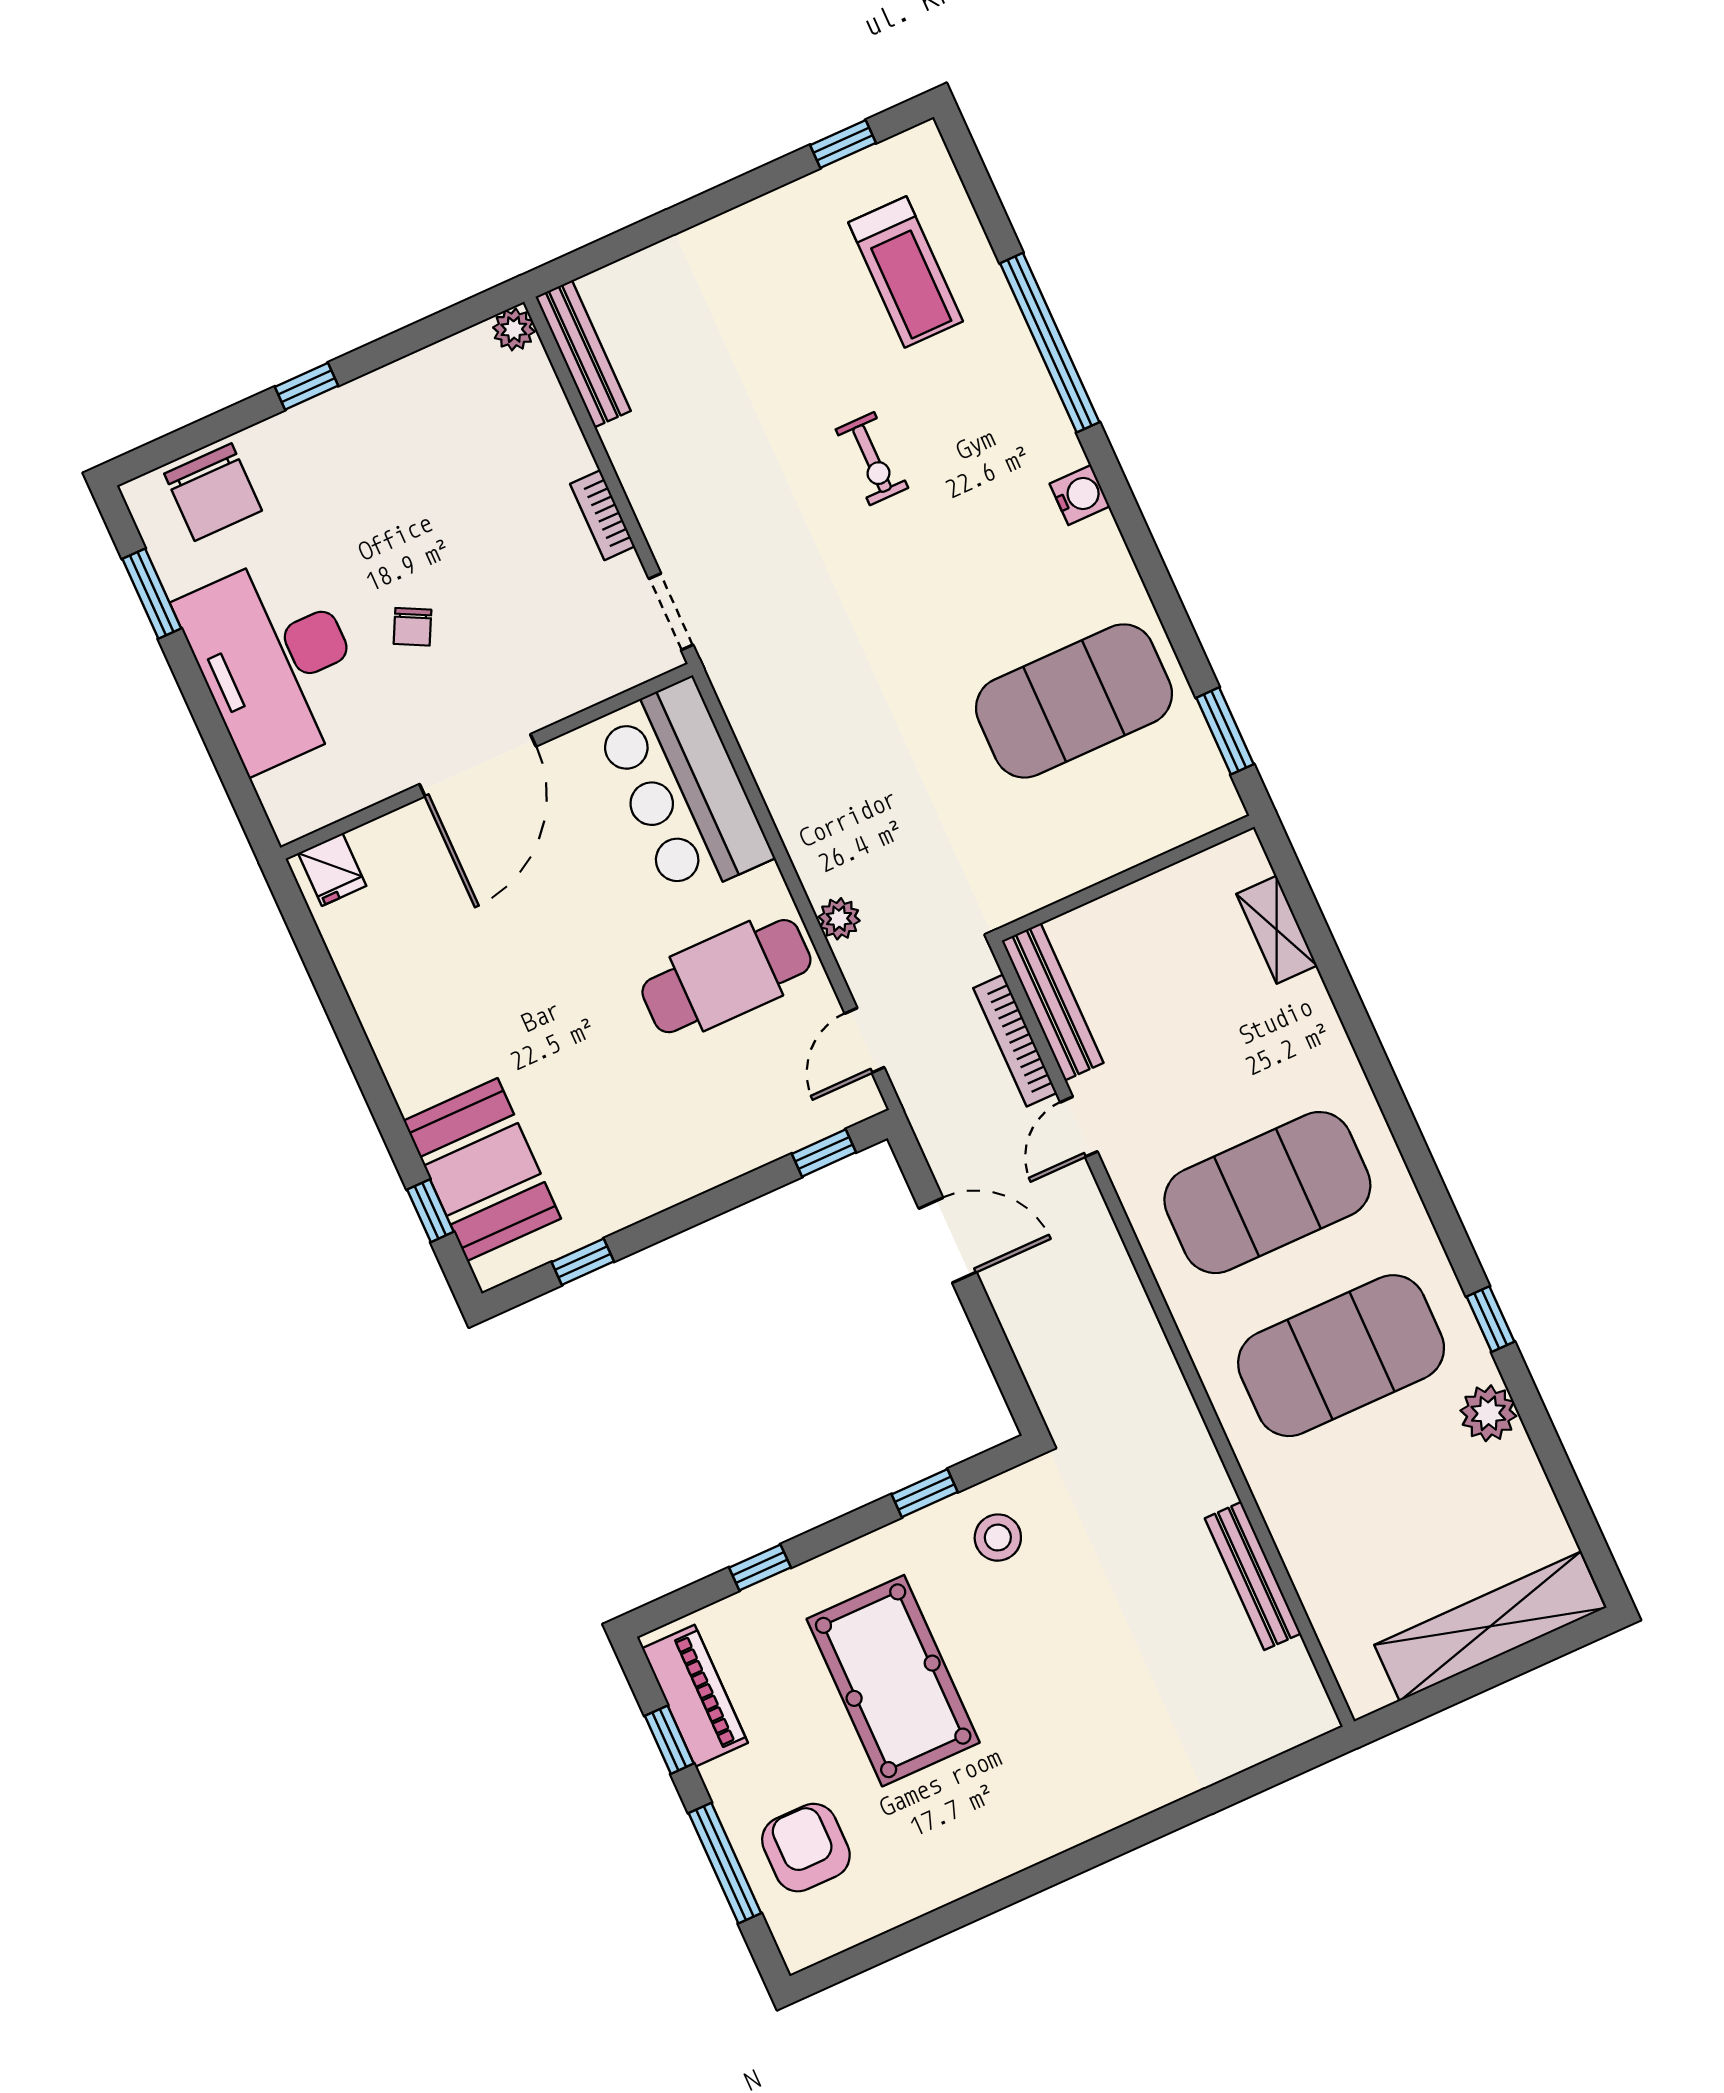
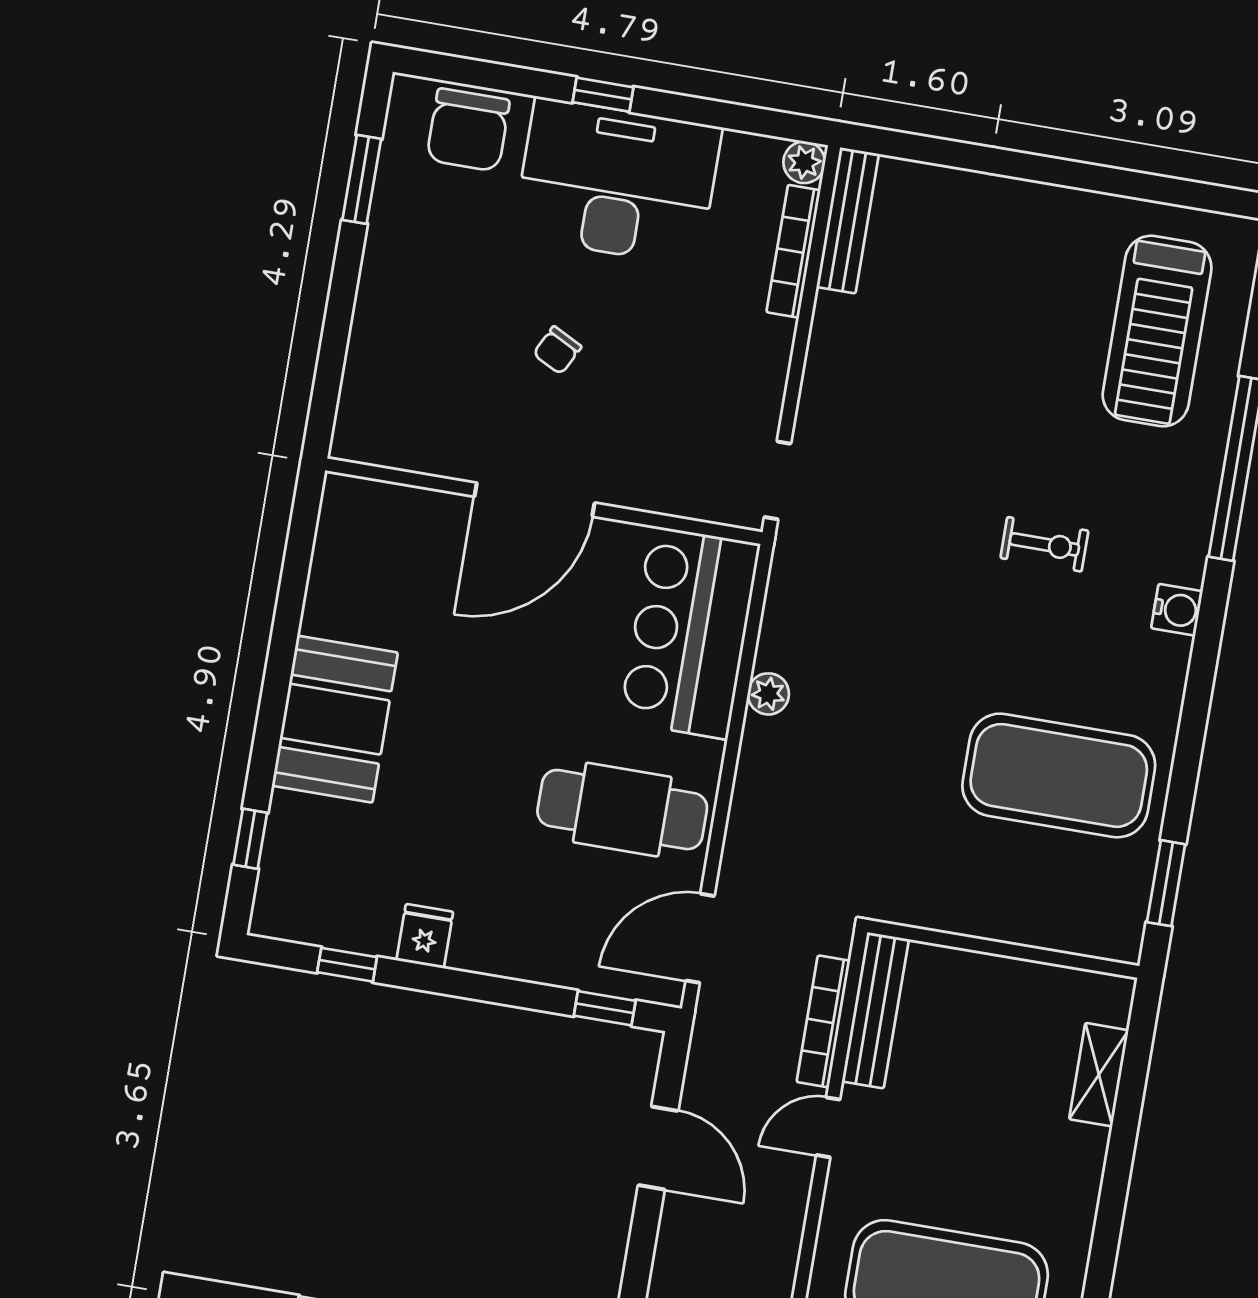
window: (843, 144) -> (1176, 192), removed
treadmill: (906, 272) -> (1157, 331), width x1.37, depth x1.38
exercise bike: (872, 459) -> (1044, 544), moved, turned -90
bookcase: (602, 515) -> (793, 251), moved, width x1.56
desk: (275, 661) -> (617, 182), moved, turned 90
fridge: (332, 869) -> (425, 936), moved, turned 180
plant: (839, 919) -> (768, 694), moved
door: (865, 1040) -> (700, 938), width x1.38
booth: (482, 1170) -> (335, 719), moved

